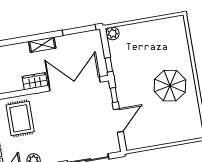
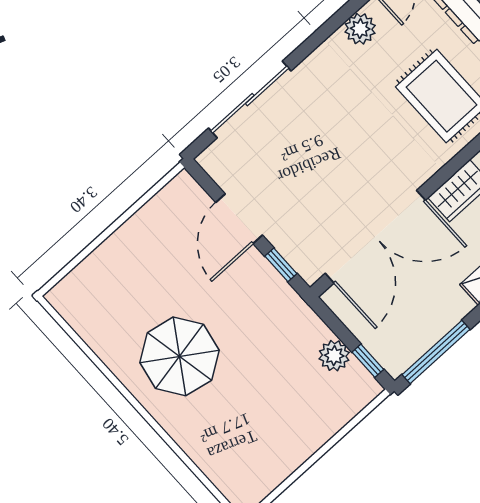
plant: (113, 33) -> (334, 356), moved
window: (109, 65) -> (368, 361), moved

